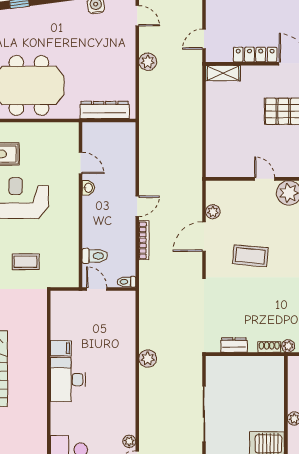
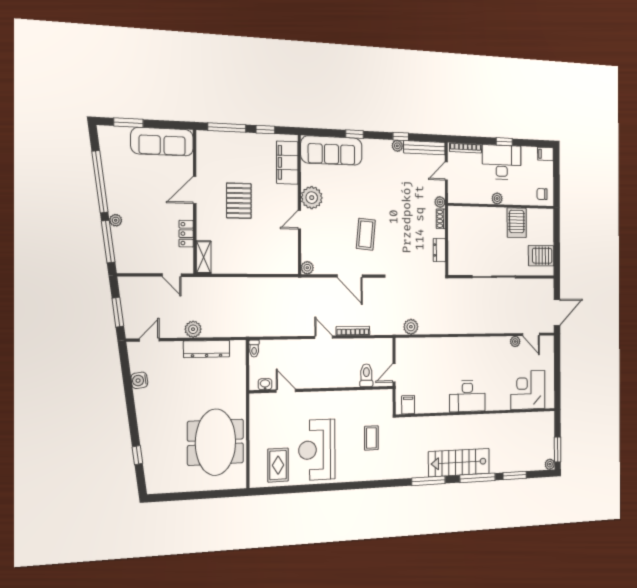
locker: (255, 55) -> (186, 234), width x0.66
dresser: (105, 110) -> (207, 349), moved, turned -90
door: (81, 163) -> (286, 391), hinge flipped
washbasin: (88, 188) -> (265, 384), moved
plant: (213, 212) -> (307, 268), moved
toilet: (127, 282) -> (254, 348), moved
filing cabinet: (61, 348) -> (408, 405), moved
plant: (148, 359) -> (411, 327), moved

